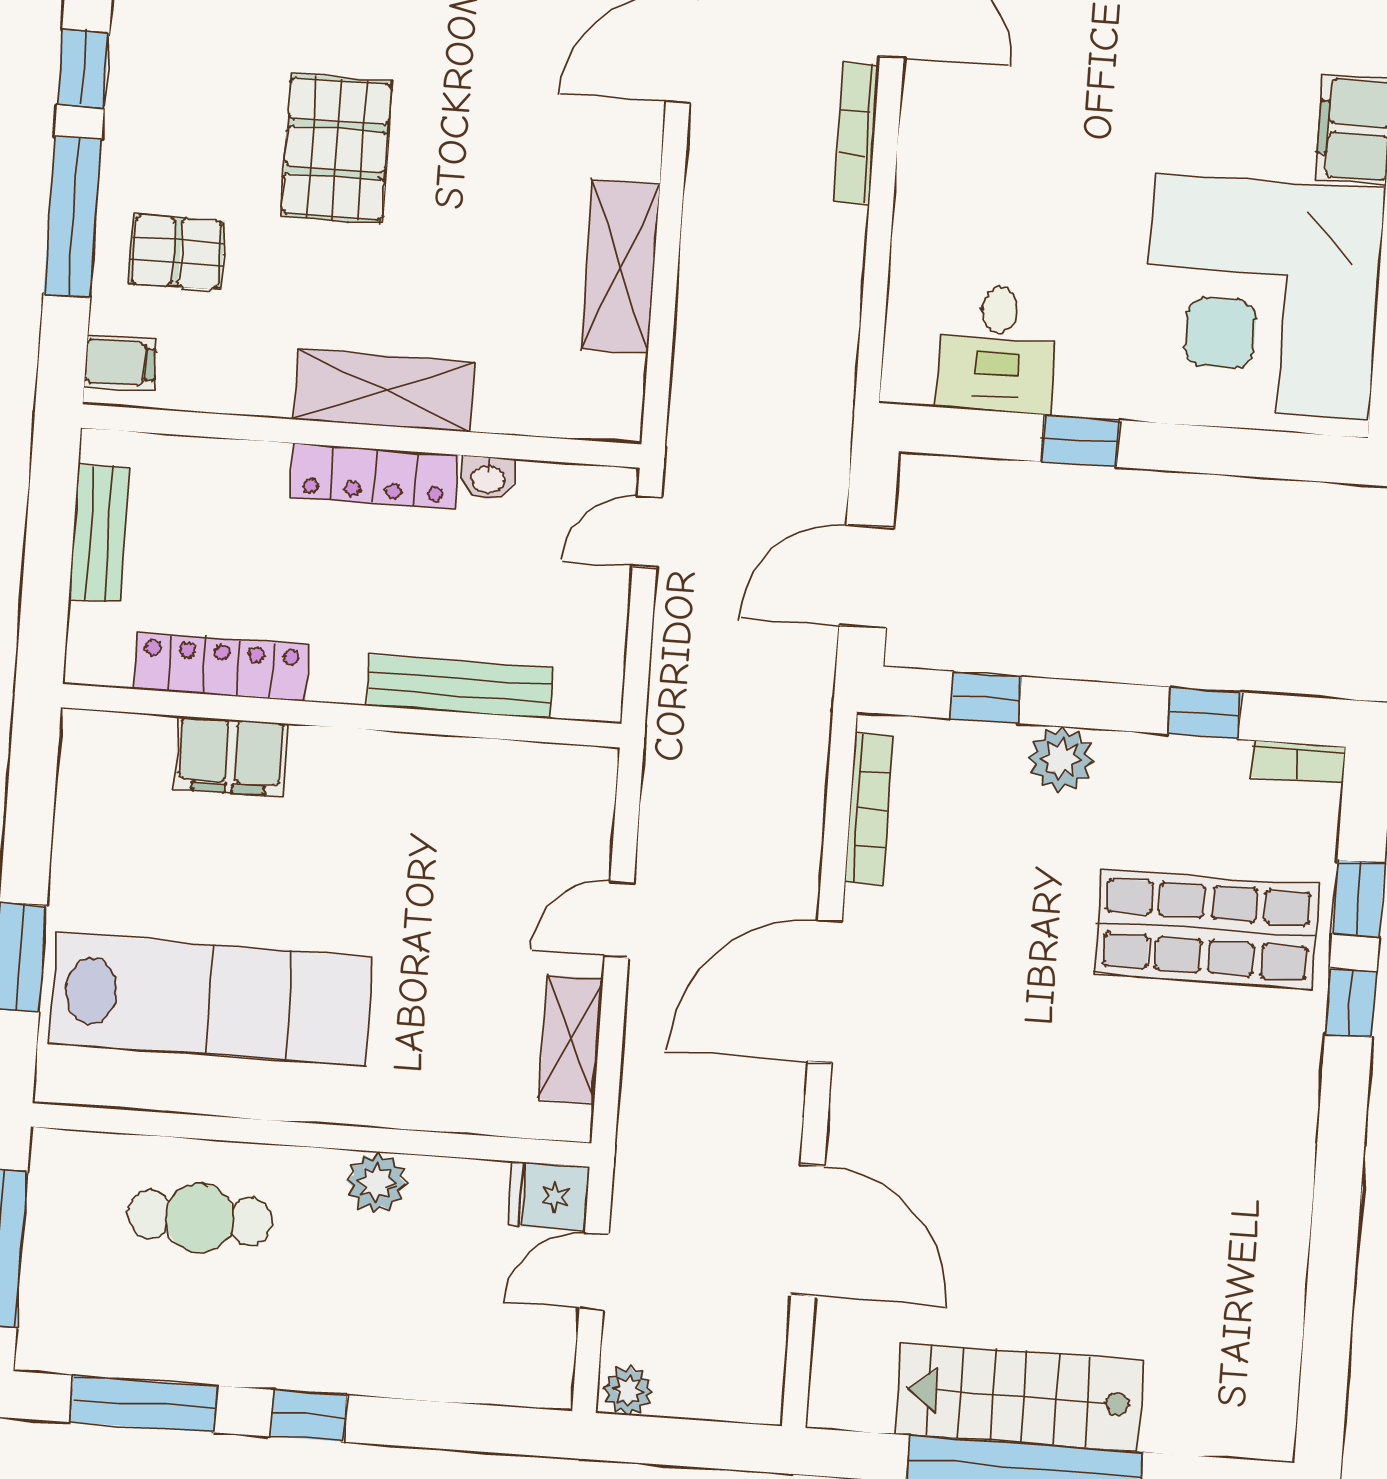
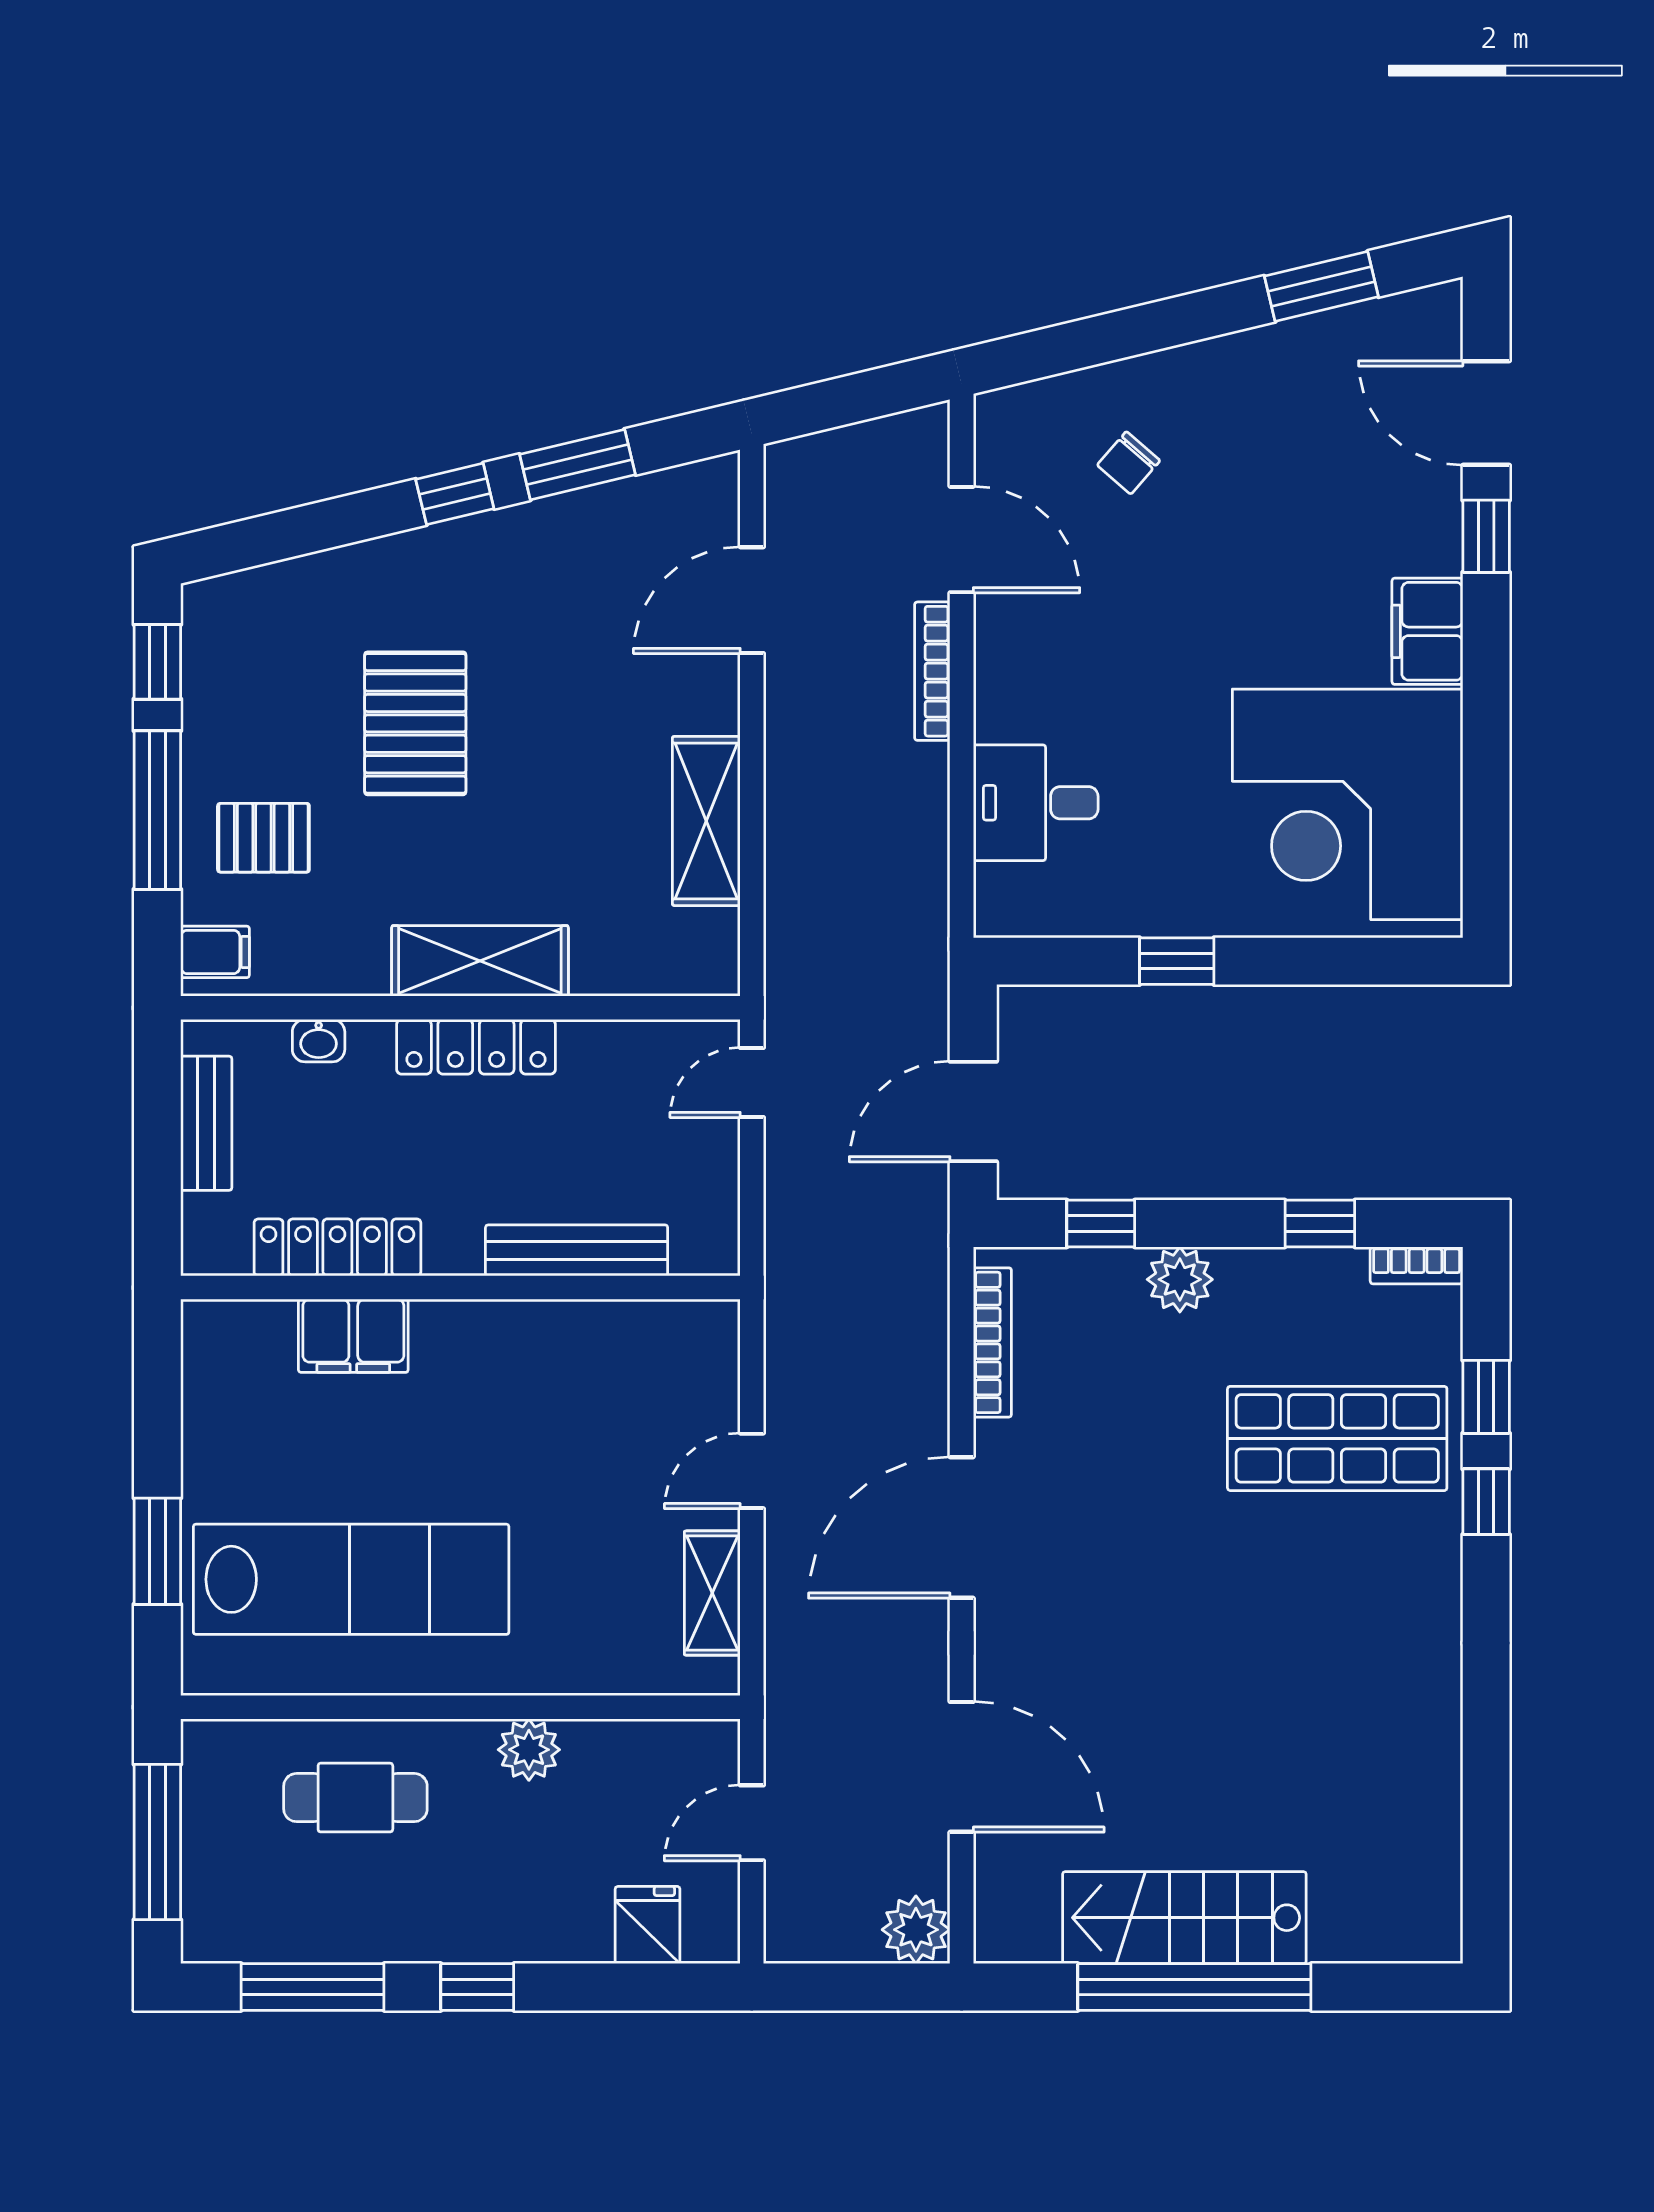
desk: (997, 349) -> (1036, 803), moved, turned 90
washbasin: (488, 478) -> (319, 1041), moved
fridge: (549, 1196) -> (648, 1925), moved, turned 90
plant: (628, 1390) -> (916, 1930), moved, width x1.38, depth x1.38

